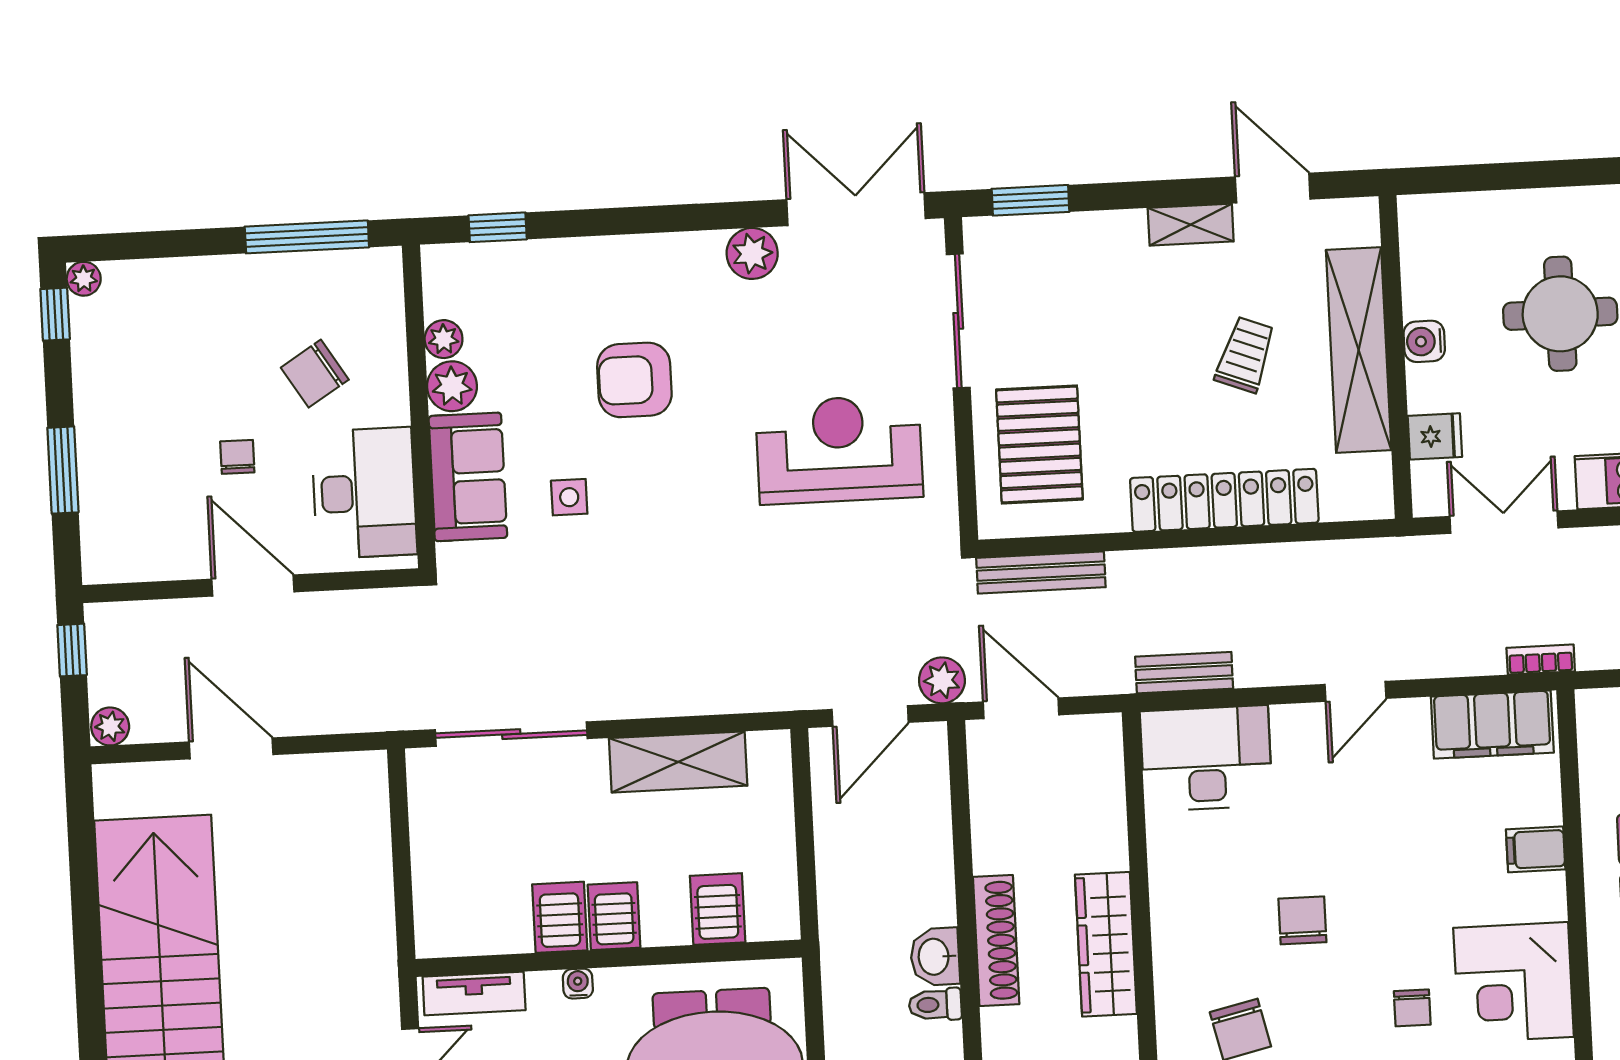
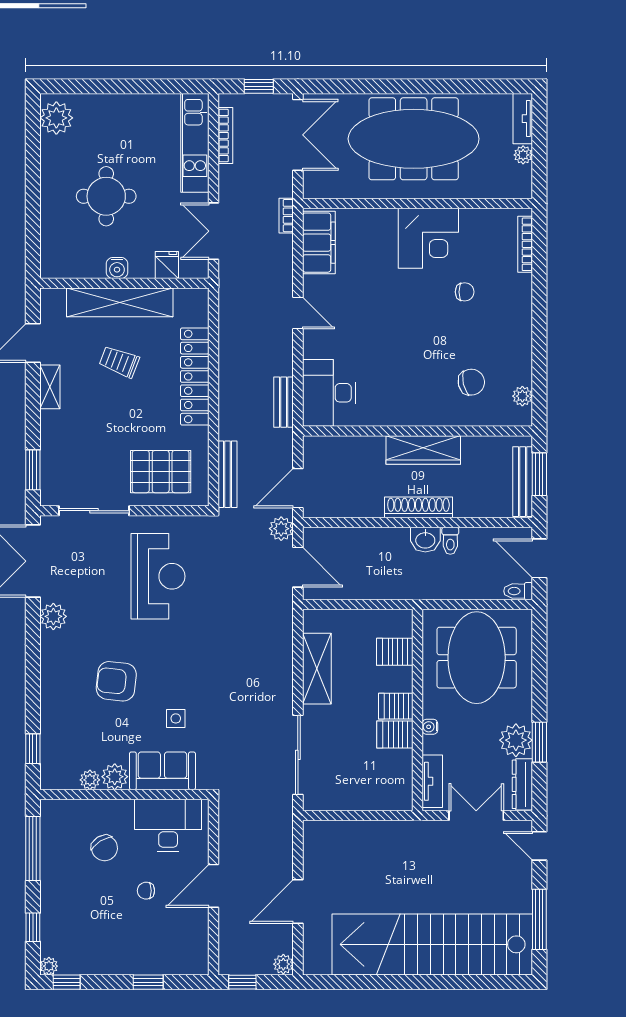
window: (156, 245) -> (33, 927), added
armchair: (634, 380) -> (116, 681), turned 96
reception desk: (839, 449) -> (158, 576), turned 180
window: (63, 470) -> (148, 982), width x0.67
filing cabinet: (1536, 849) -> (385, 223), removed
chair: (1302, 920) -> (416, 347), removed
corner desk: (1514, 982) -> (428, 238), moved

